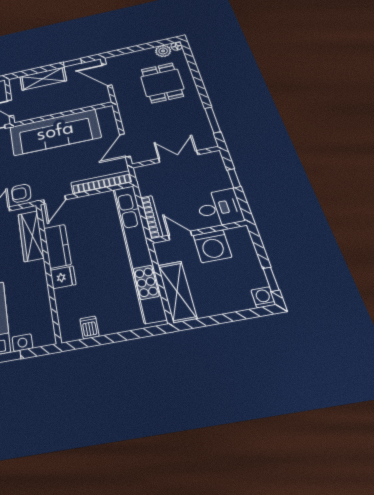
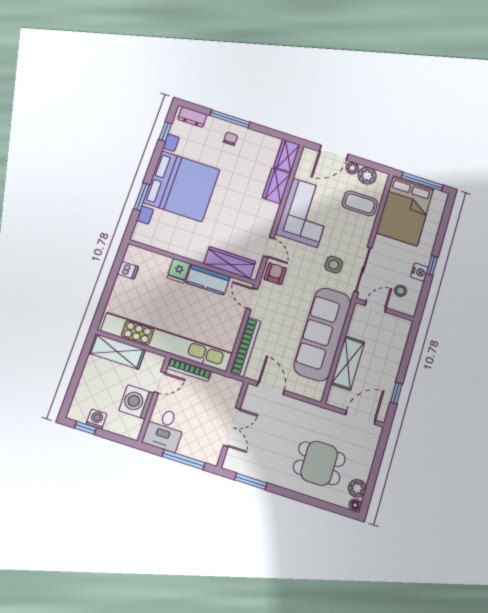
shelving: (43, 79) -> (348, 363), moved
window: (234, 178) -> (184, 460), width x2.17
washing machine: (263, 297) -> (96, 419), moved, turned -90

